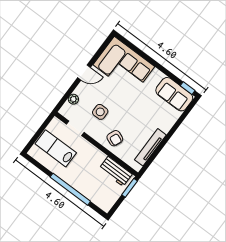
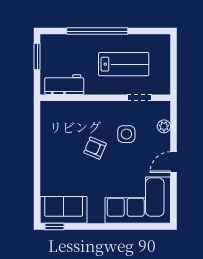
armchair: (115, 138) -> (95, 148), moved
tv unit: (150, 147) -> (47, 136), removed
lab bench: (56, 148) -> (124, 64), moved
window: (130, 188) -> (37, 56), moved

